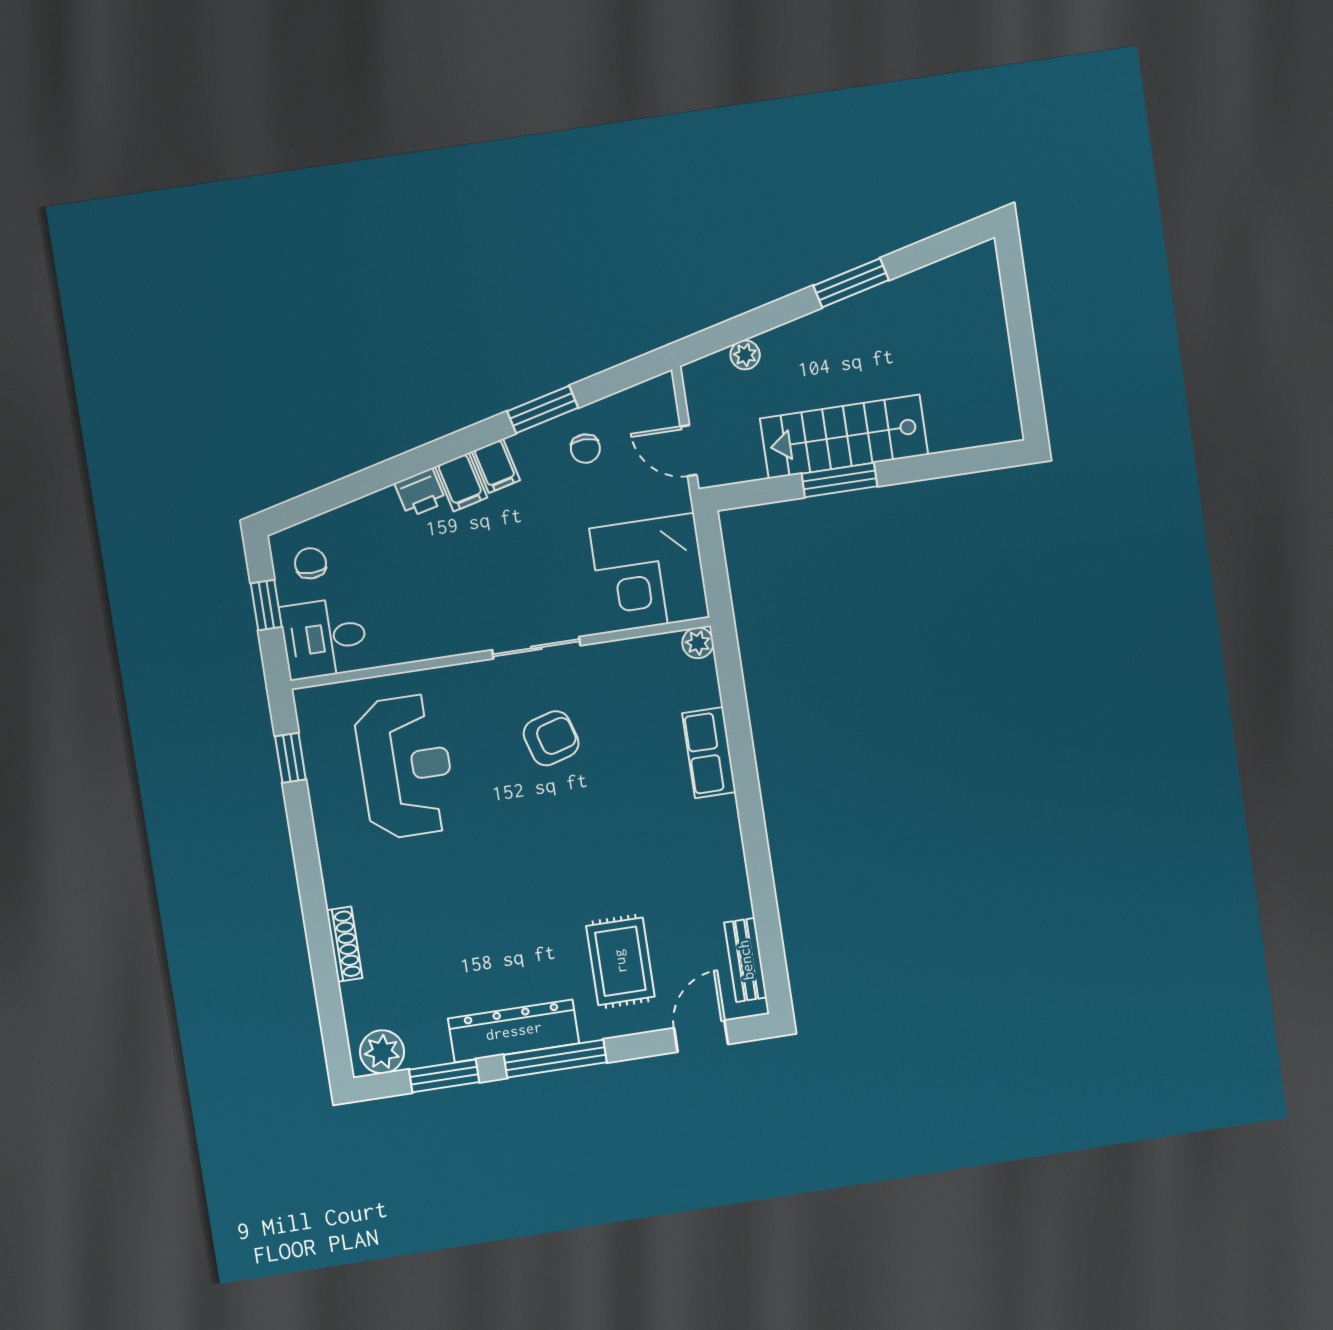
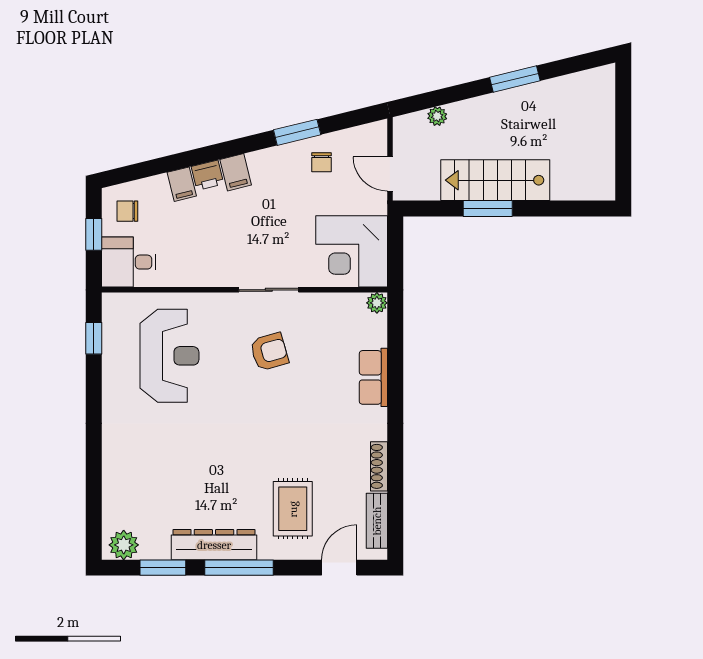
filing cabinet: (496, 466) -> (182, 184), moved
chair: (310, 563) -> (127, 211), turned -90
shoe rack: (345, 944) -> (379, 466), moved, turned 180

